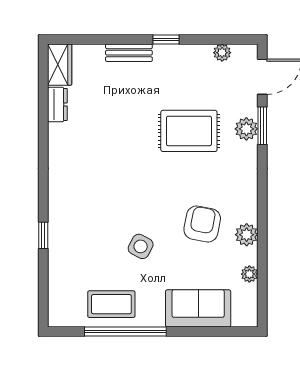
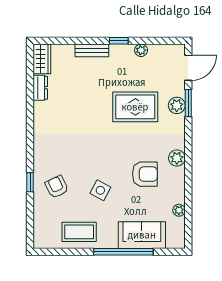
plant: (222, 53) -> (141, 50), moved
armchair: (202, 224) -> (145, 174), turned 79
plant: (247, 235) -> (177, 158), moved
armchair: (80, 242) -> (57, 187), added
window: (125, 331) -> (123, 252), moved

